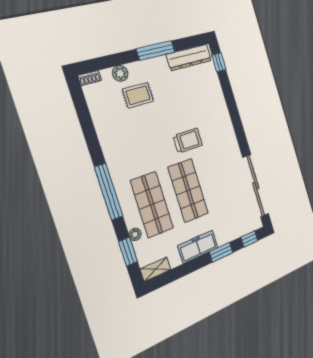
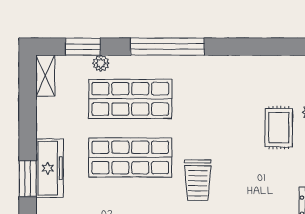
freezer: (198, 247) -> (50, 168), moved

